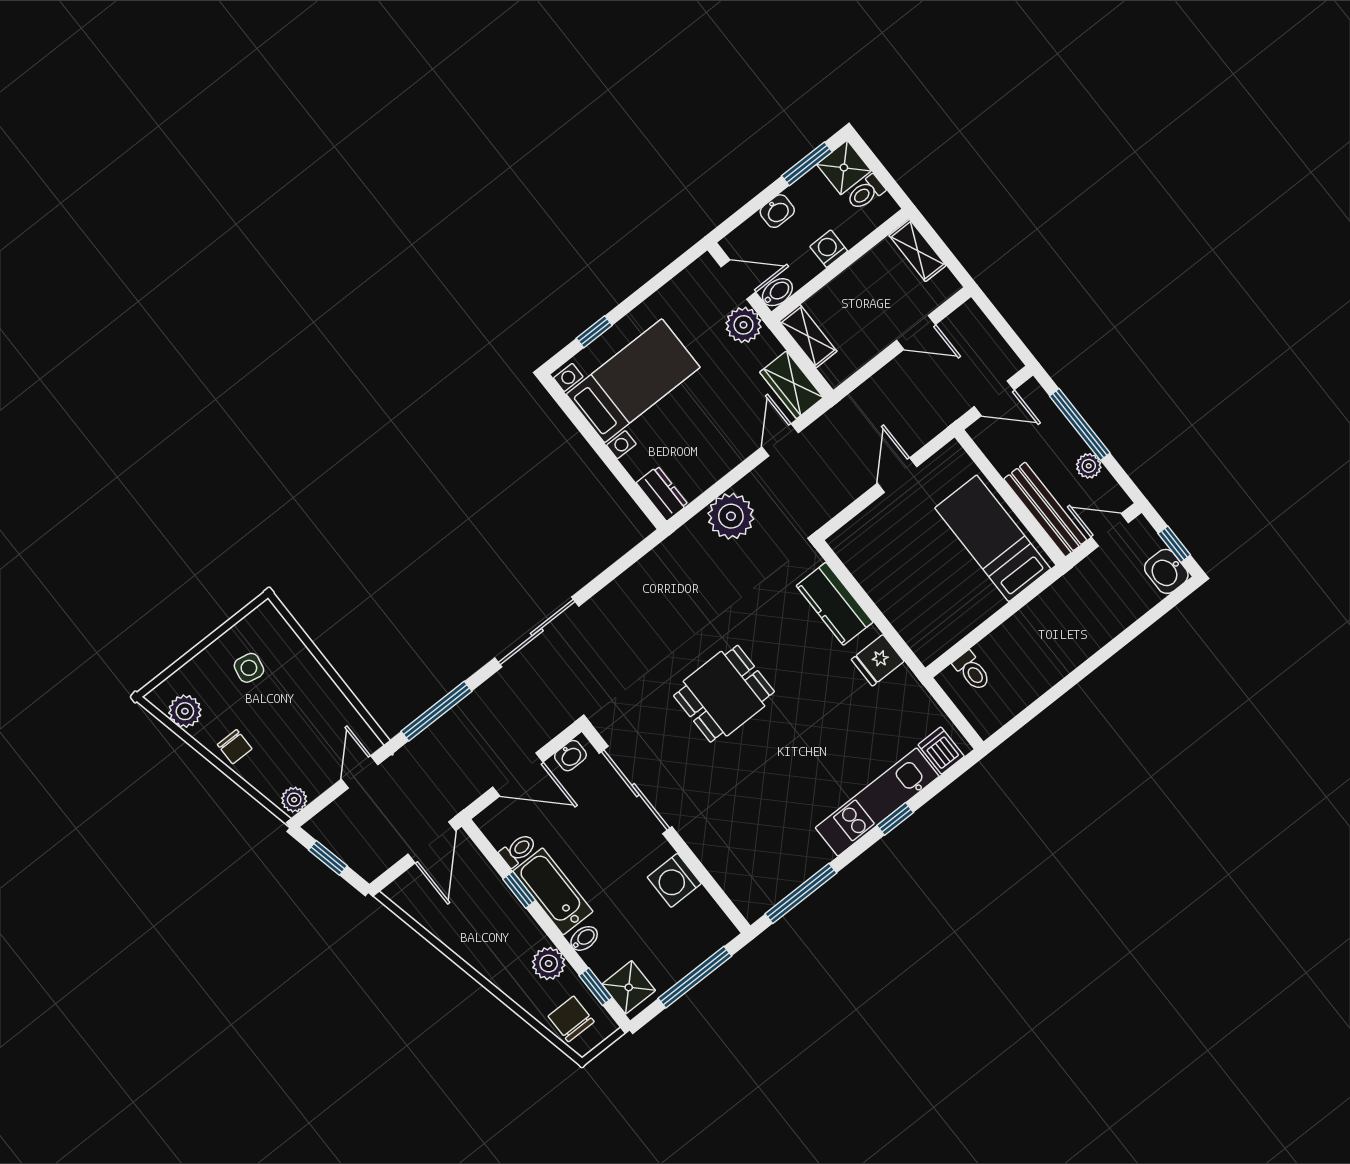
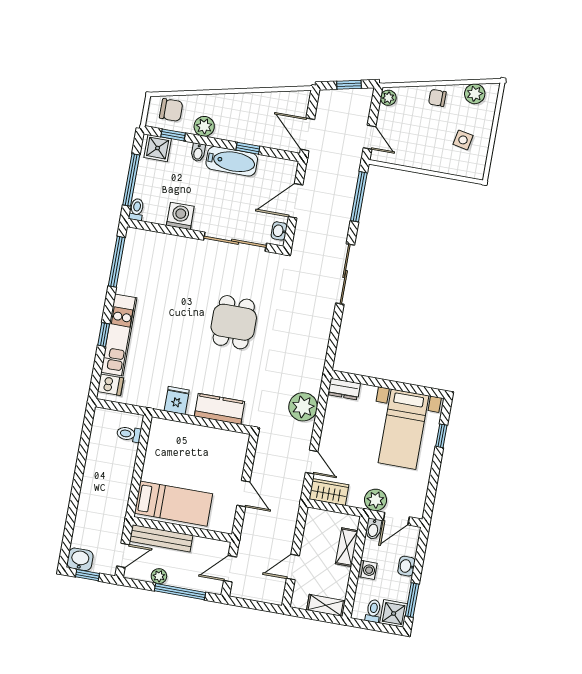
shelving: (808, 336) -> (347, 547), moved, turned 90
toilet: (518, 850) -> (137, 209), moved, turned 180

